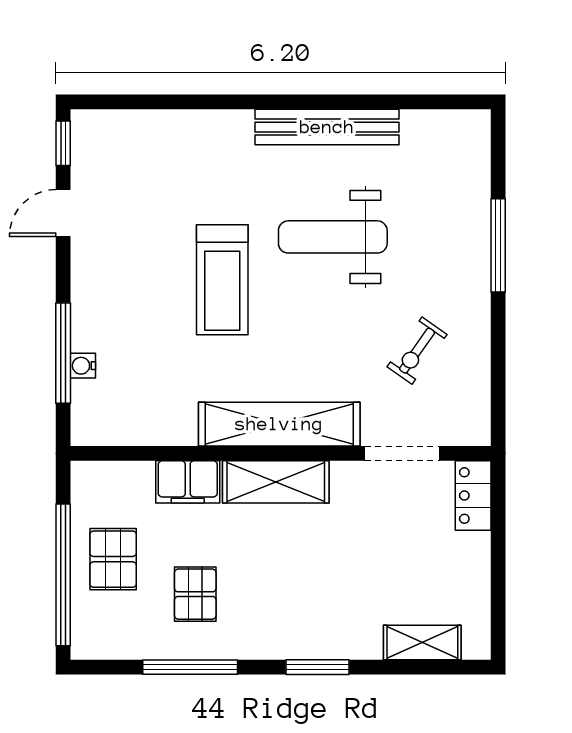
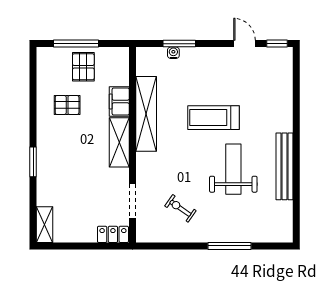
window: (63, 353) -> (179, 44), width x0.69
shelving: (279, 424) -> (146, 114), moved
pallet: (113, 559) -> (83, 67), turned 90
window: (63, 575) -> (76, 44), width x0.68
shelving: (422, 643) -> (44, 225), moved
window: (190, 667) -> (33, 103), removed

